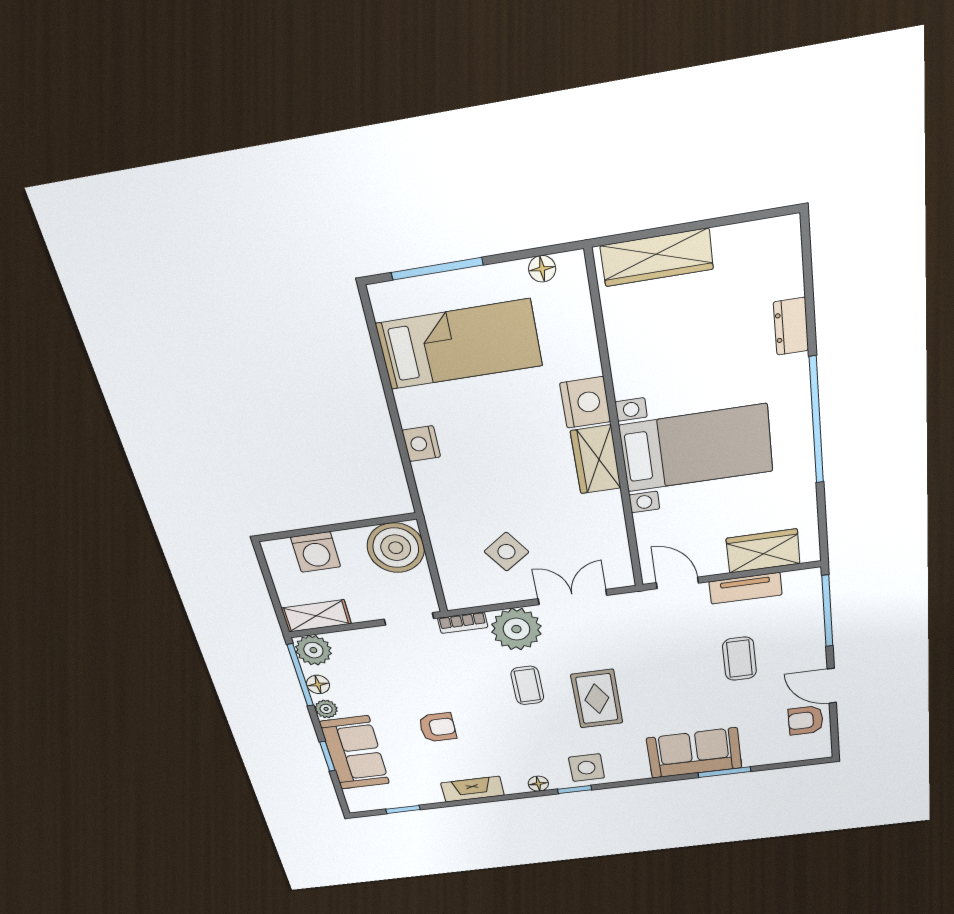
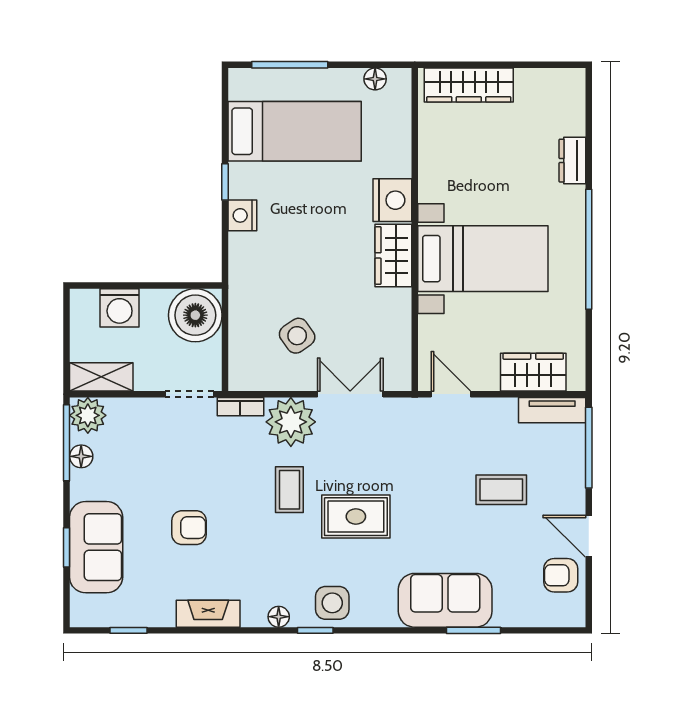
window: (394, 412) -> (225, 182), added
tv unit: (745, 588) -> (552, 410), moved
coffee table: (739, 659) -> (501, 490), turned 90
rug: (597, 699) -> (356, 517), turned 90
plant: (326, 709) -> (81, 487), removed

